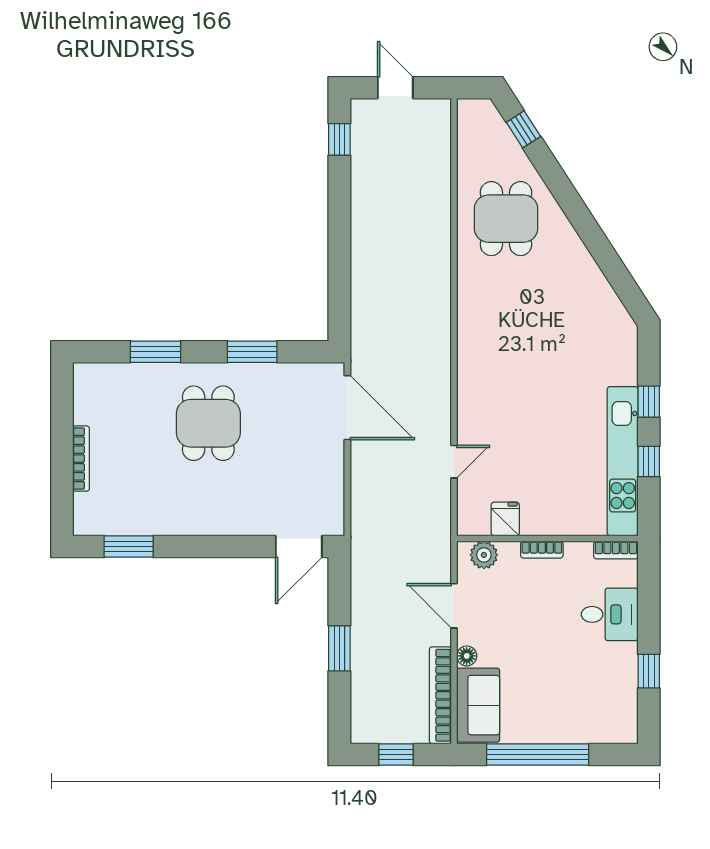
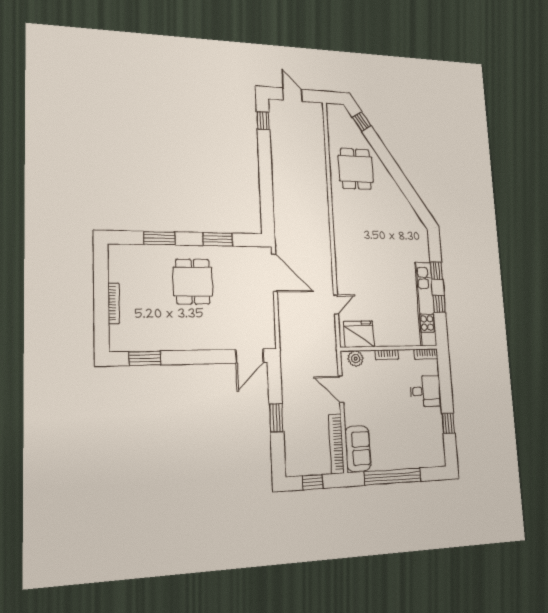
fridge: (505, 519) -> (359, 334), width x1.88, depth x1.34
floor lamp: (467, 656) -> (350, 419), removed

